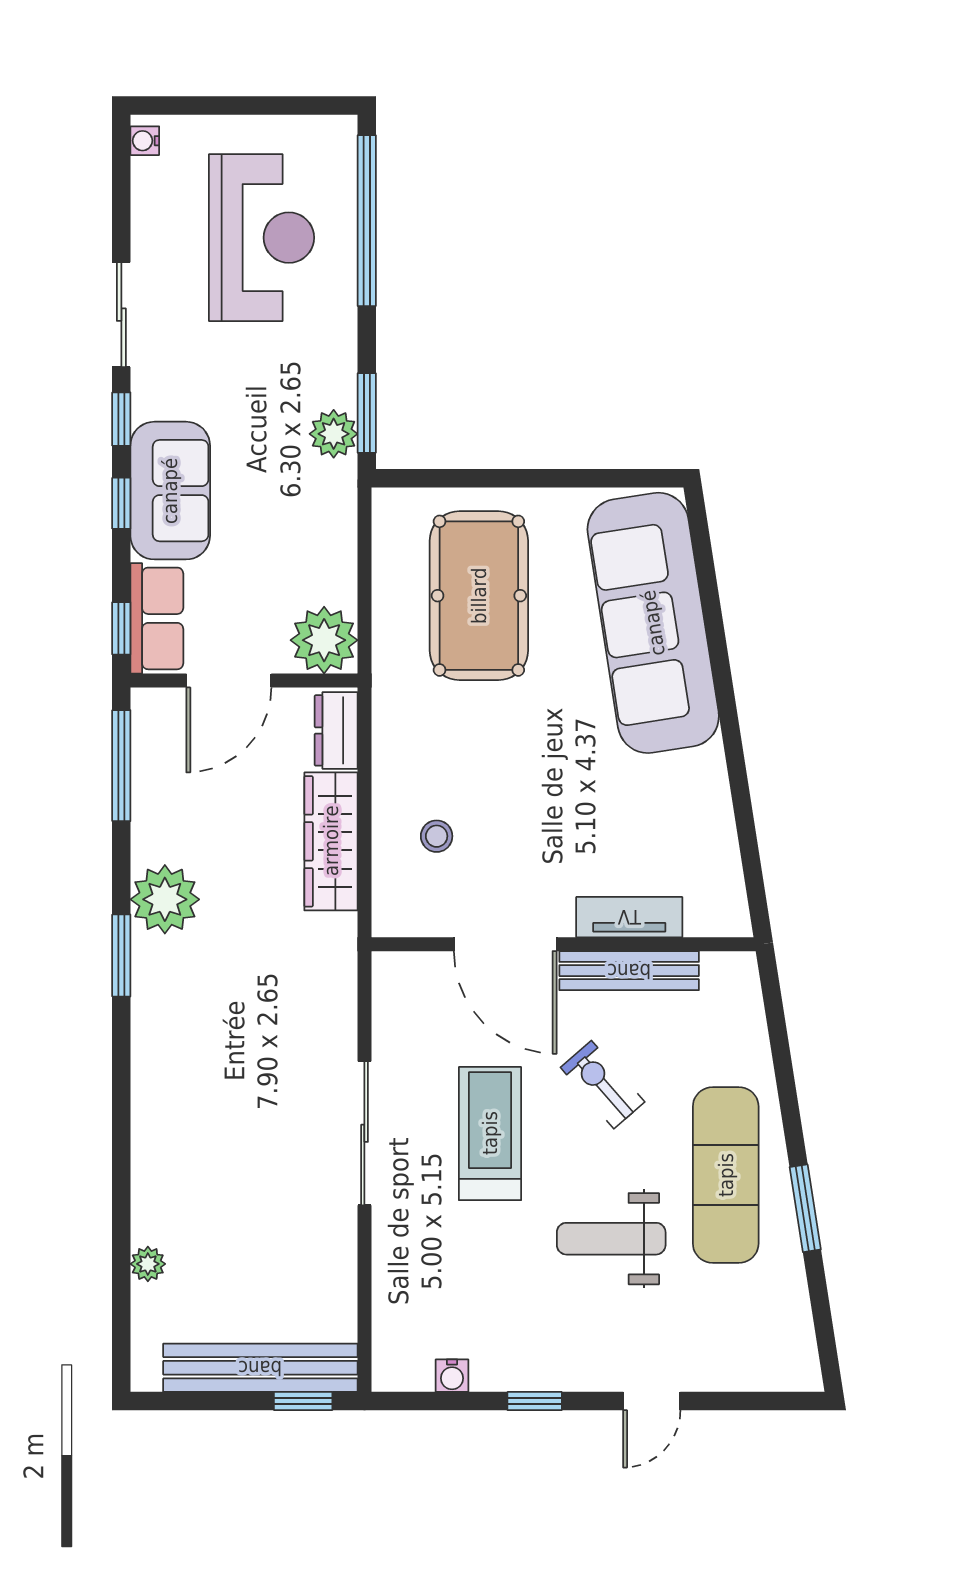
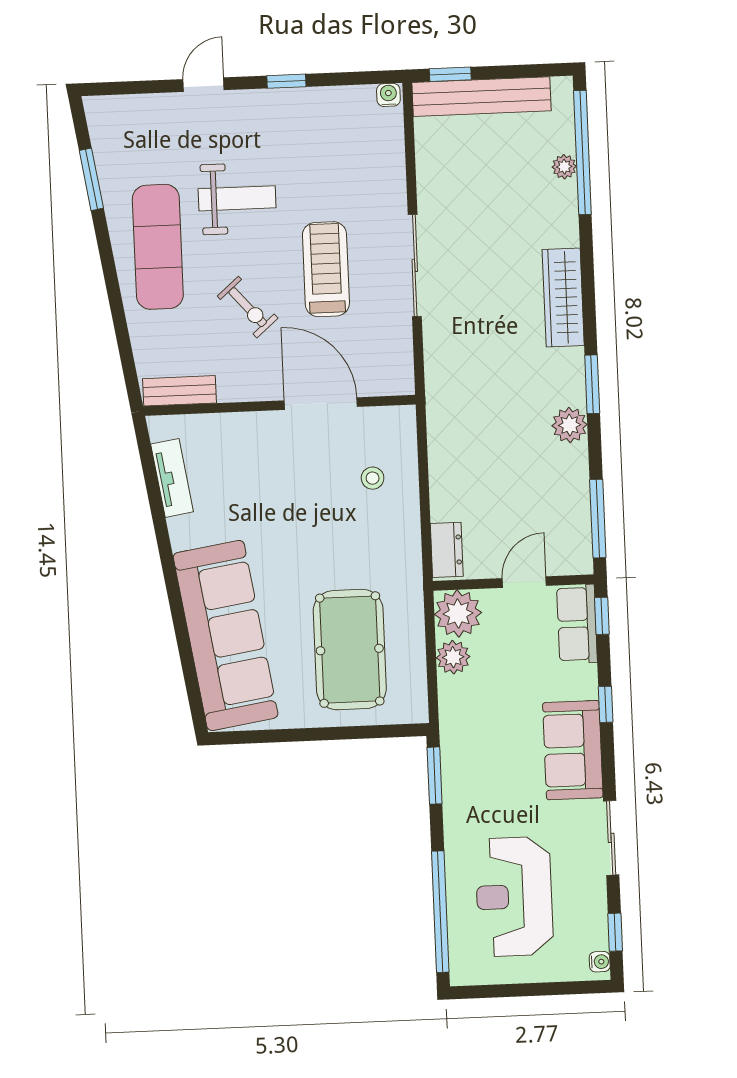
window: (121, 419) -> (615, 932), moved
plant: (334, 434) -> (453, 657), moved
sofa: (170, 491) -> (573, 750), moved
door: (229, 681) -> (524, 582), width x0.73
wardrobe: (331, 841) -> (563, 298), moved, turned 180
plant: (165, 899) -> (570, 425), width x0.73, depth x0.73
tv unit: (629, 917) -> (172, 478), moved, turned -99
bench: (629, 971) -> (179, 391), moved, width x0.73
treadmill: (490, 1133) -> (326, 269), turned 180
window: (805, 1208) -> (91, 179), moved
window: (121, 1283) -> (582, 153), added
water cooler: (452, 1376) -> (388, 95), moved

